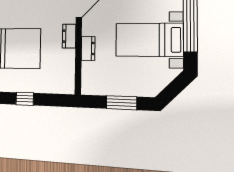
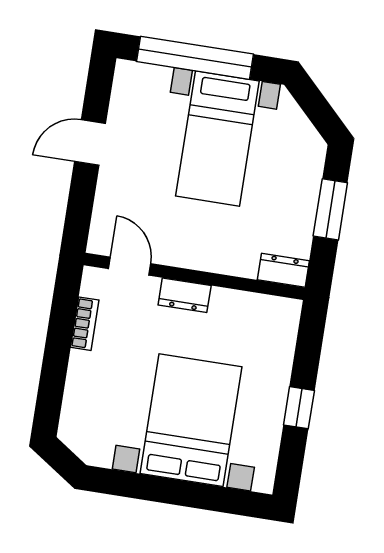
dresser: (88, 48) -> (283, 270), moved

